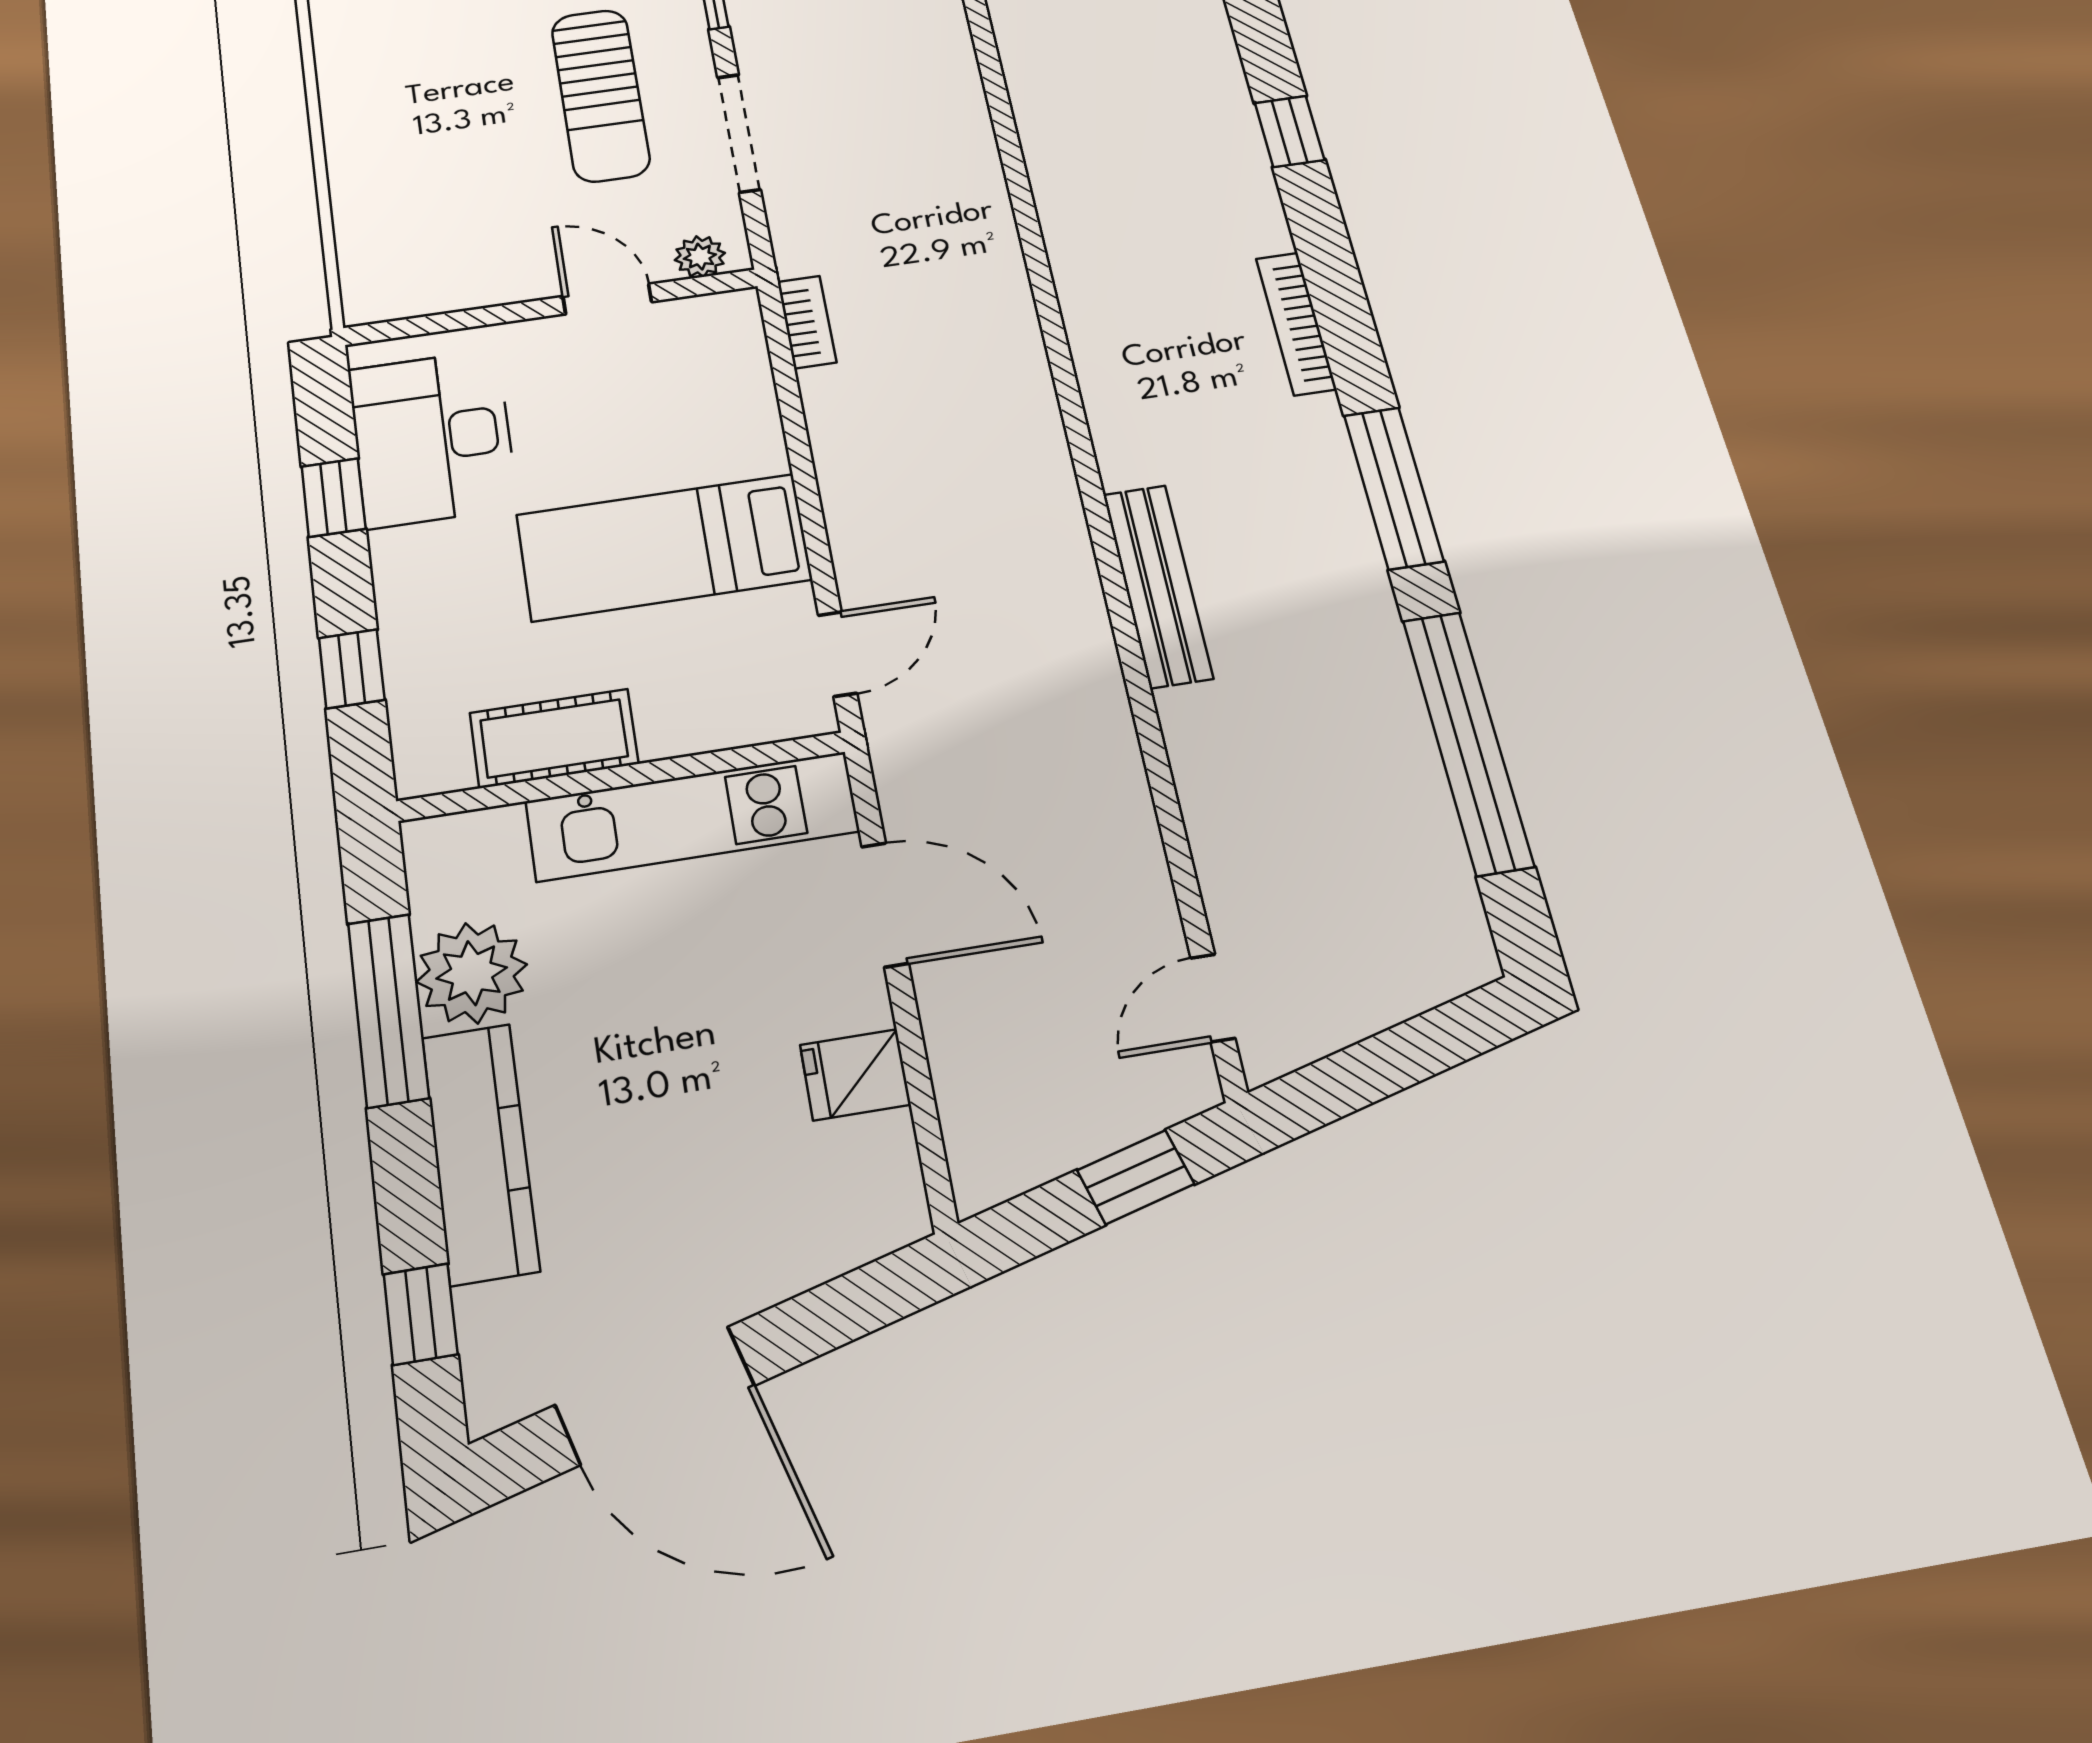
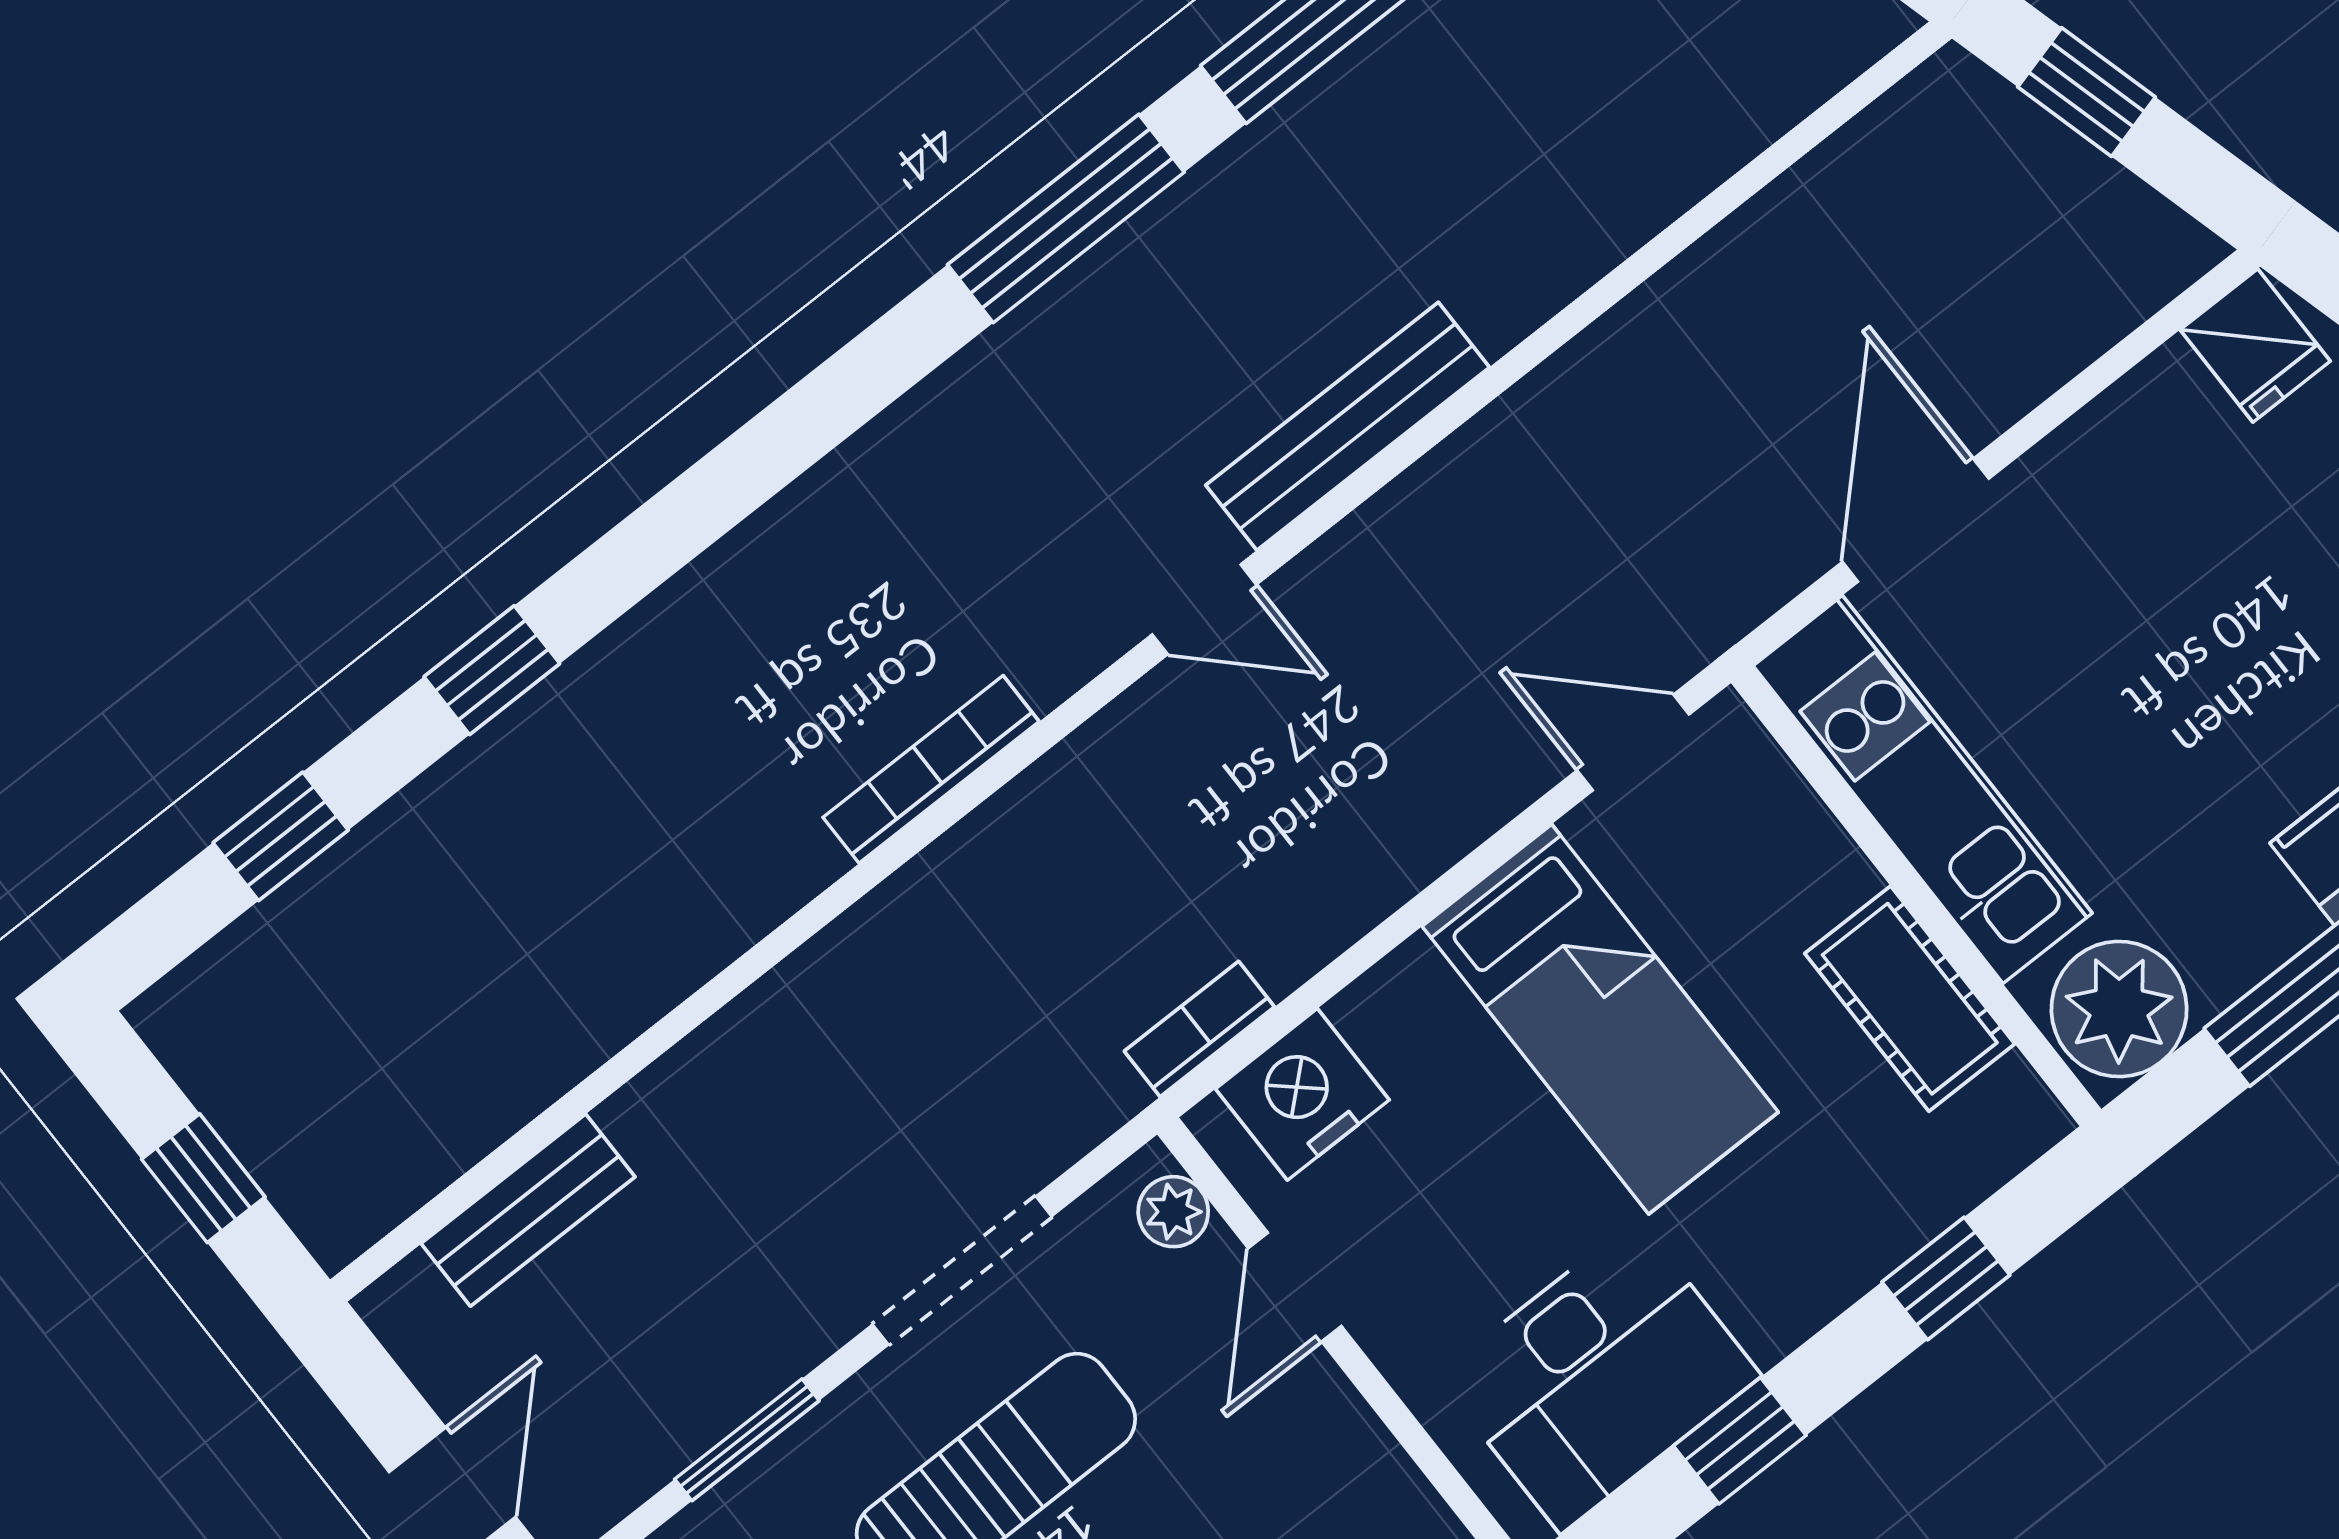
window: (1290, 131) -> (492, 670), moved
bookcase: (1296, 324) -> (931, 769), moved, turned 180
nightstand: (727, 358) -> (1302, 1094), added
plant: (472, 973) -> (2119, 1009), moved
door: (1213, 998) -> (1204, 609), moved
fridge: (855, 1075) -> (2255, 345), moved

